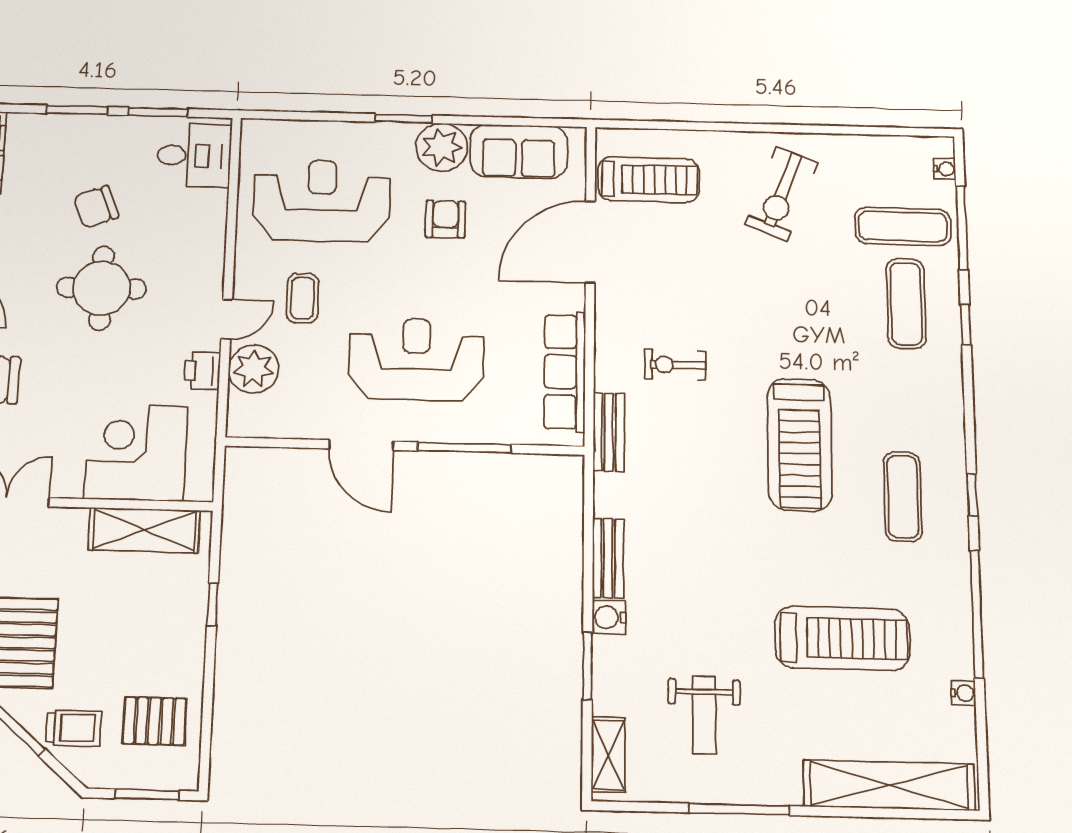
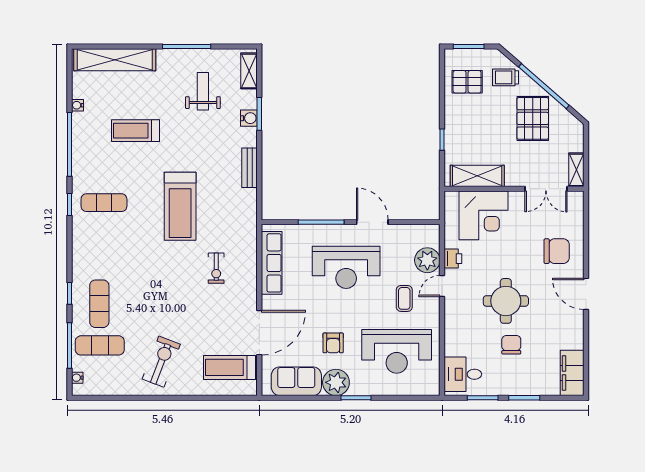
chair: (96, 207) -> (511, 345), turned -69
exercise bike: (675, 365) -> (216, 268), turned 90
bench: (609, 432) -> (249, 232), removed
treadmill: (800, 444) -> (180, 206), moved, turned 180
exercise mat: (903, 497) -> (104, 203), turned 90
water cooler: (609, 617) -> (249, 118), moved
treadmill: (842, 638) -> (135, 131), width x0.73, depth x0.73

